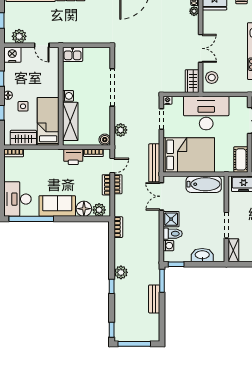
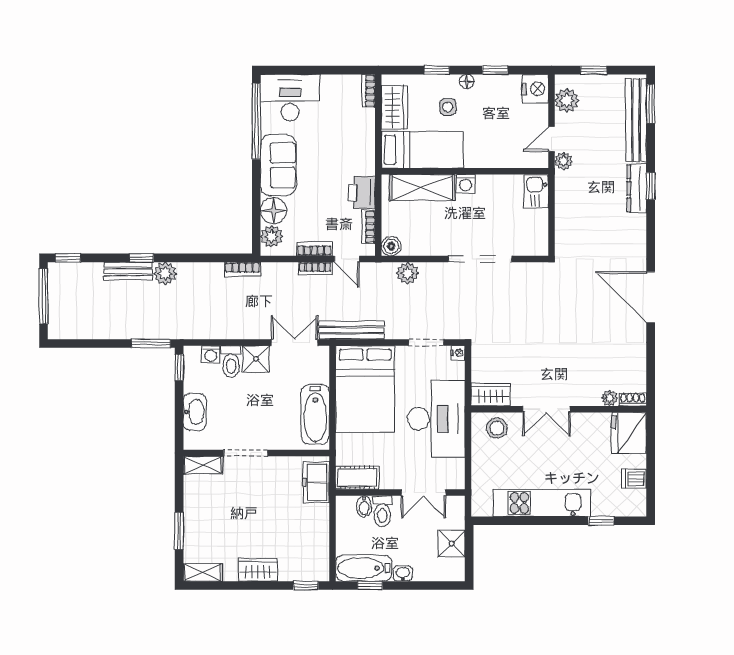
plant: (55, 38) -> (563, 161), added
bench: (154, 299) -> (128, 271), moved

